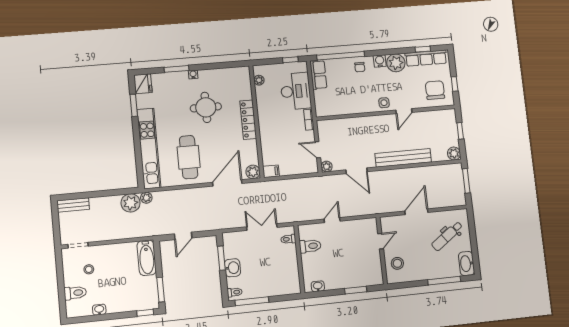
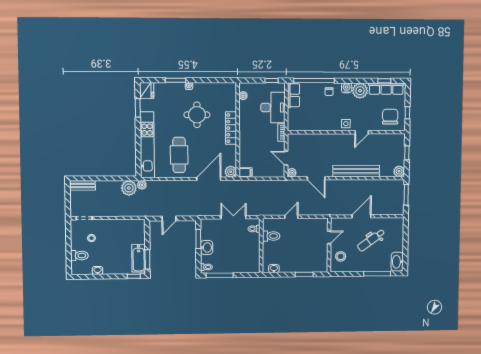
dental chair: (447, 236) -> (371, 240), moved
bathtub: (147, 258) -> (139, 258), moved

